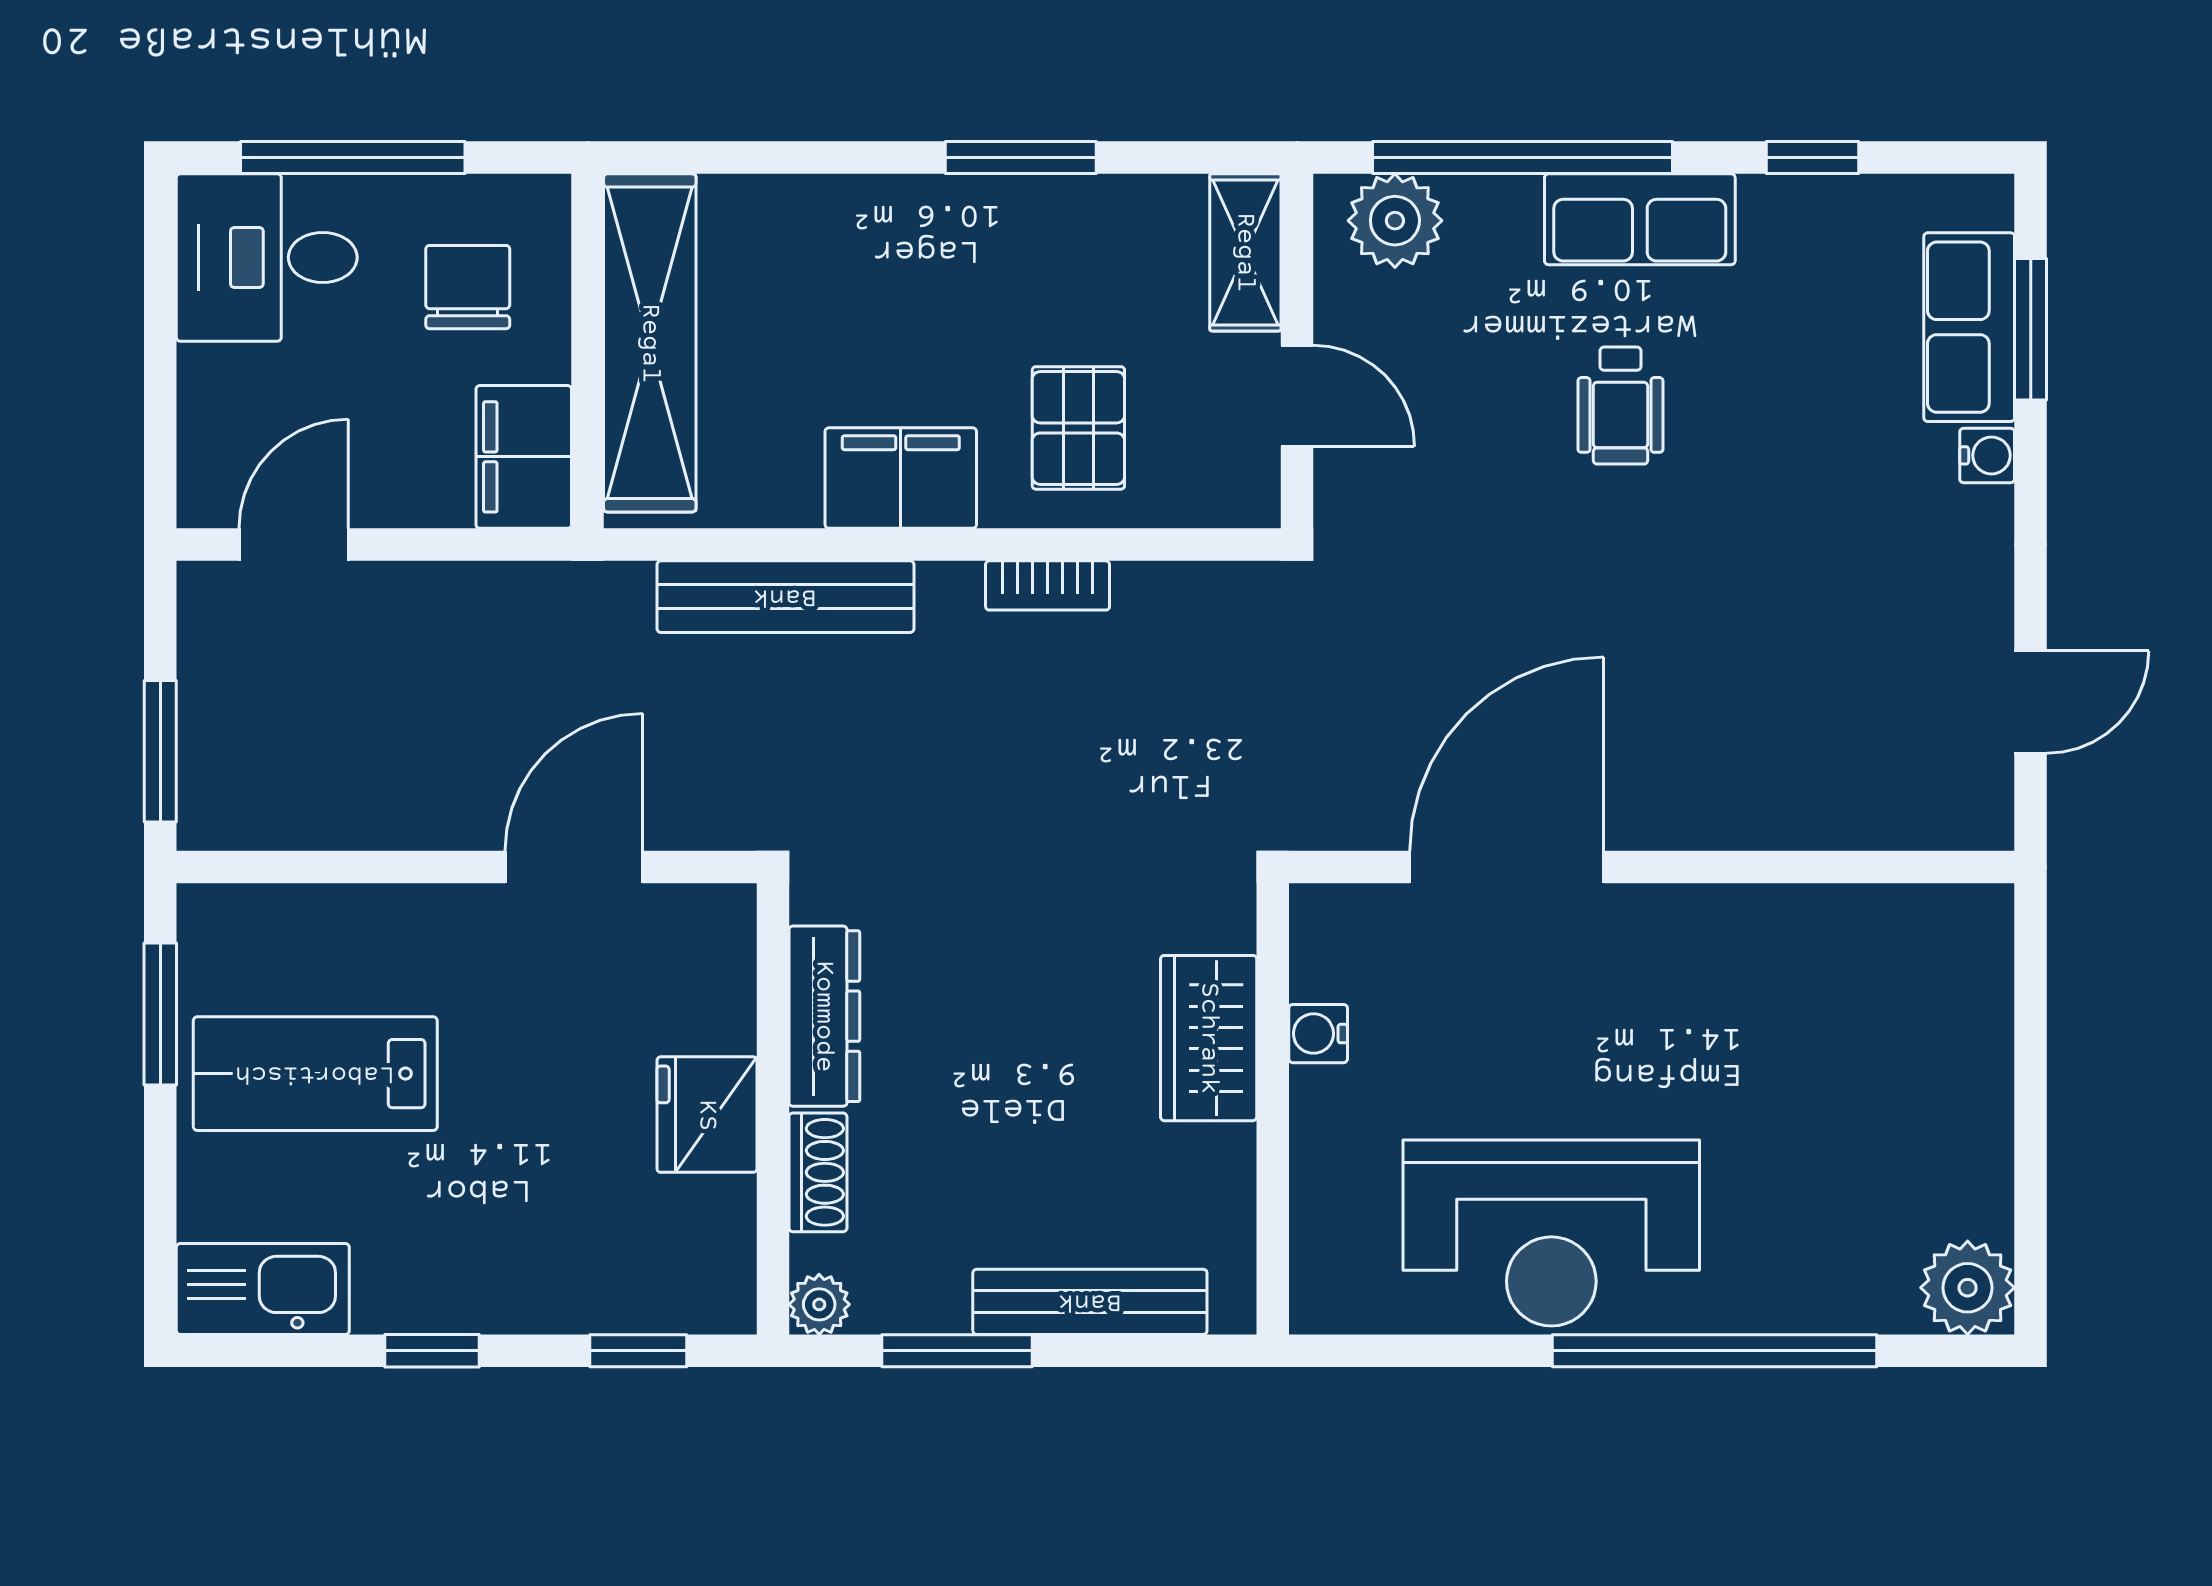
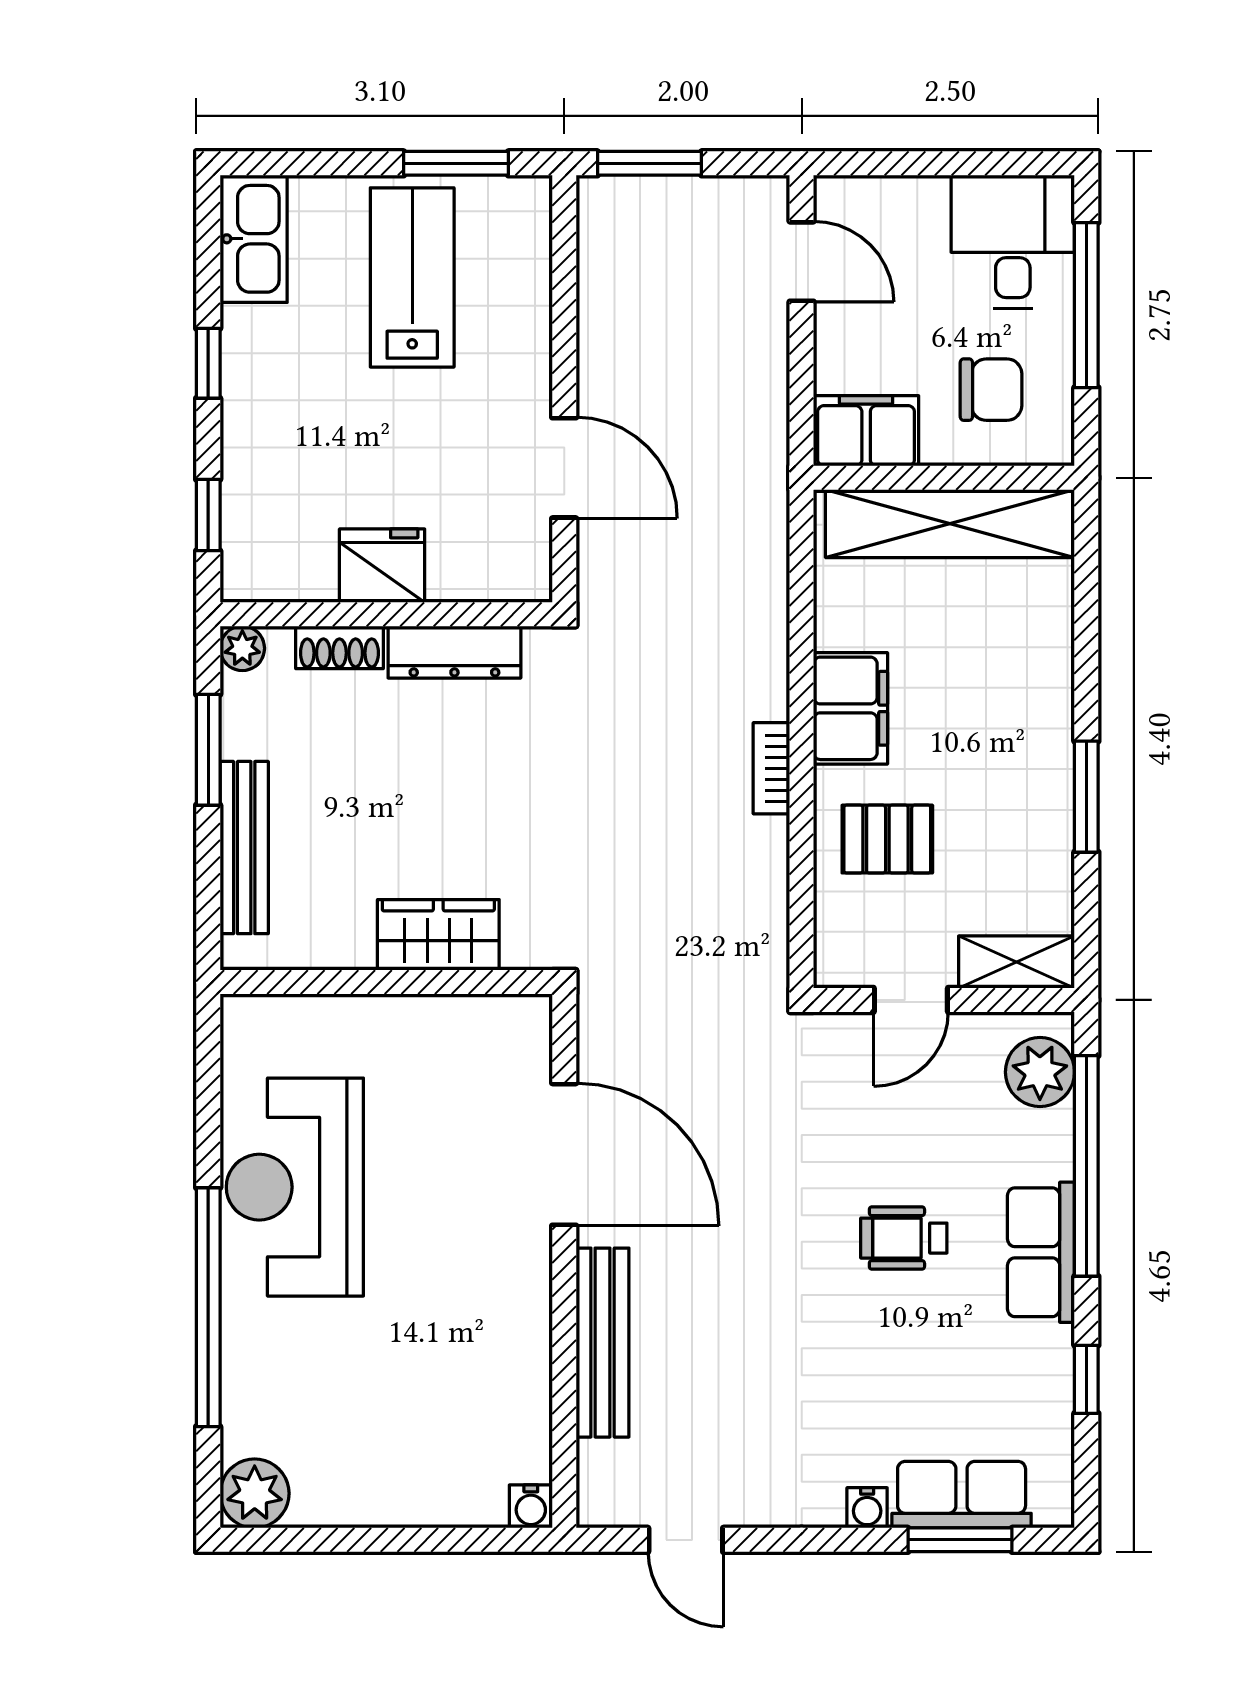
bookcase: (1048, 585) -> (771, 768), moved
bench: (785, 597) -> (603, 1343), moved
water cooler: (1318, 1034) -> (531, 1506), moved, turned 180

